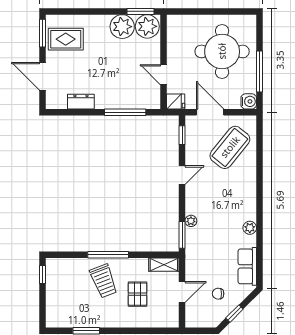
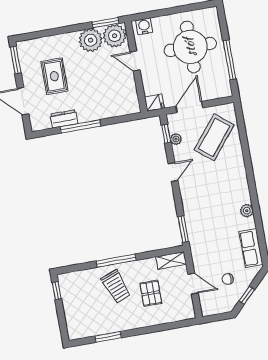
rug: (66, 39) -> (54, 76), moved, turned 90
door: (163, 75) -> (135, 61), moved
water cooler: (249, 101) -> (144, 26), moved, turned -90
window: (125, 112) -> (80, 126), moved
door: (210, 112) -> (189, 107), hinge flipped
plant: (191, 221) -> (176, 139), moved
door: (182, 292) -> (193, 284), hinge flipped

